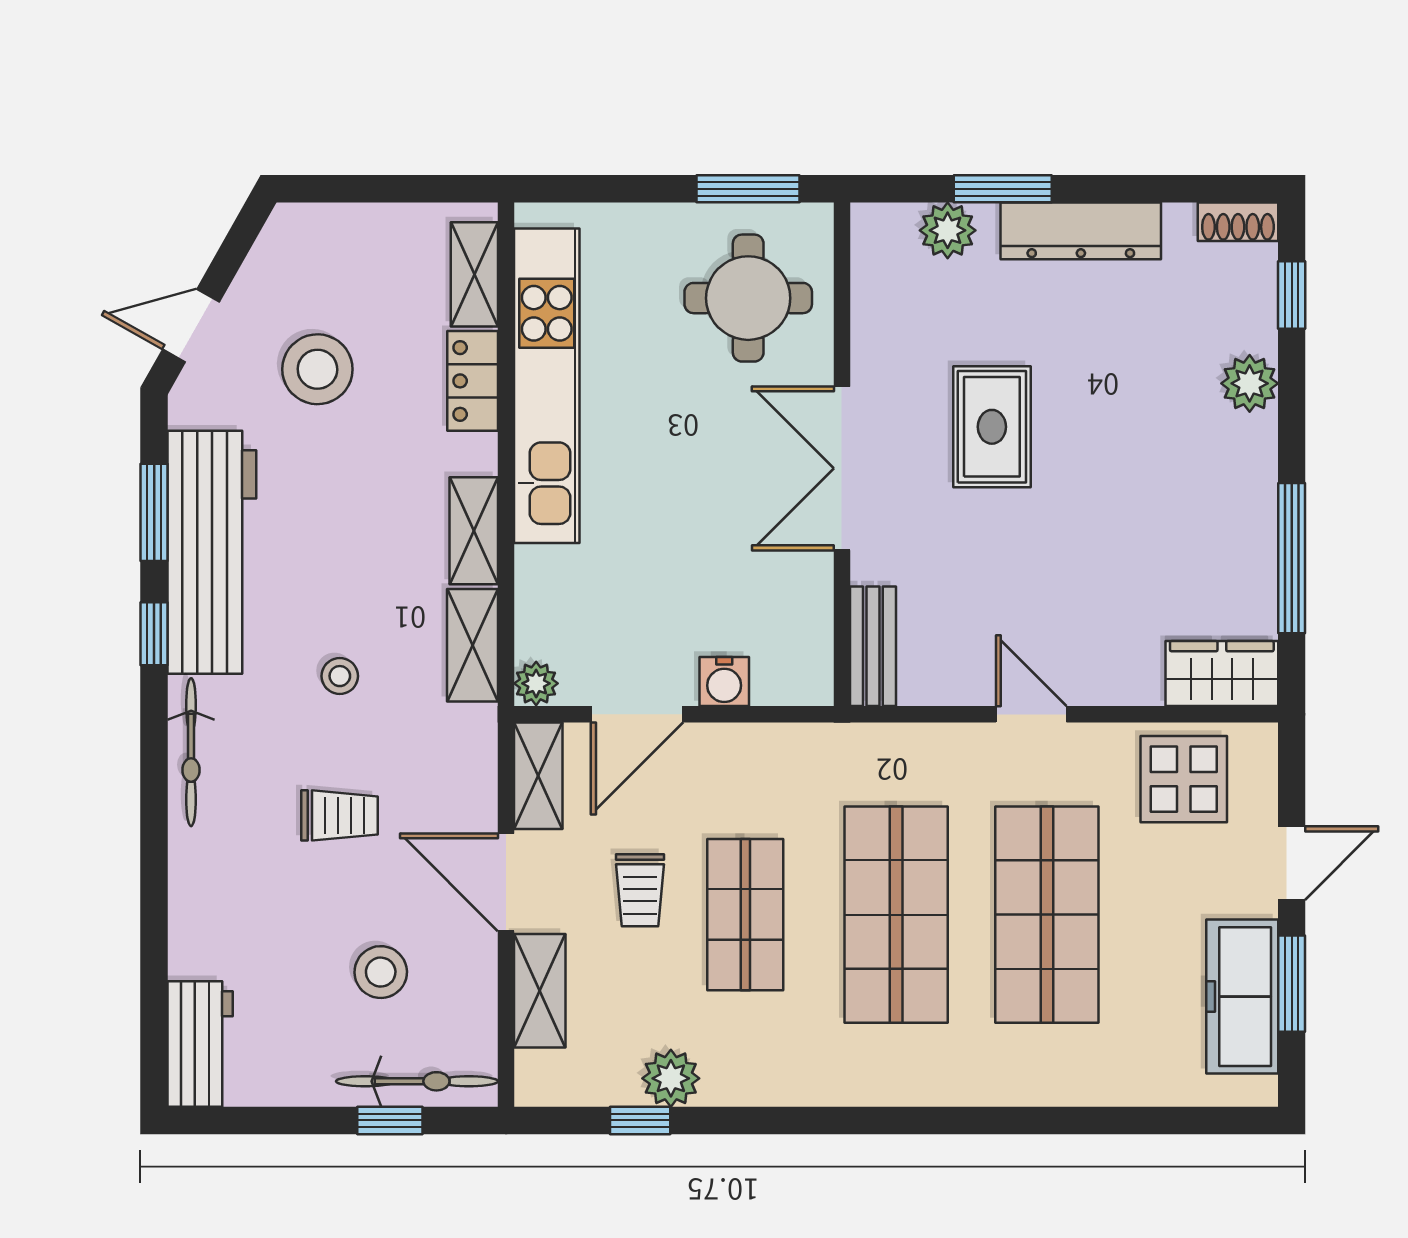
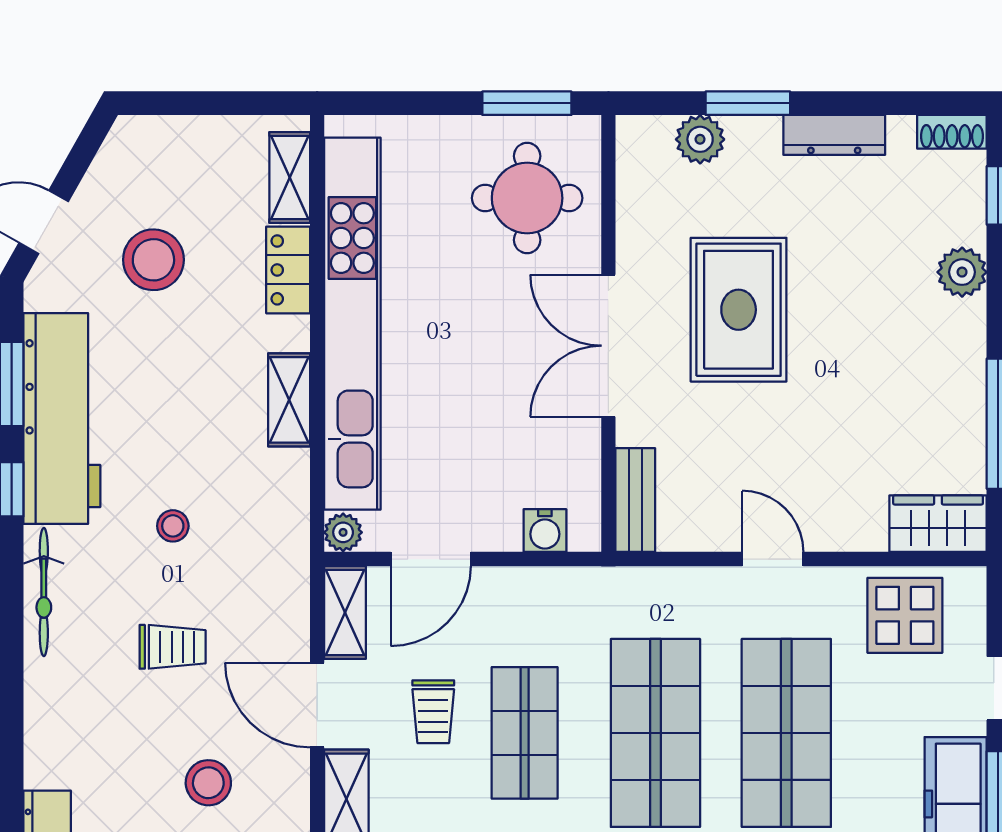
dresser: (1081, 231) -> (834, 135), width x0.73, depth x0.80
kitchen unit: (547, 386) -> (352, 324), width x1.36
rug: (992, 427) -> (739, 310), width x1.36, depth x1.43
shelving: (473, 645) -> (288, 499), removed
water cooler: (724, 681) -> (545, 531), moved

